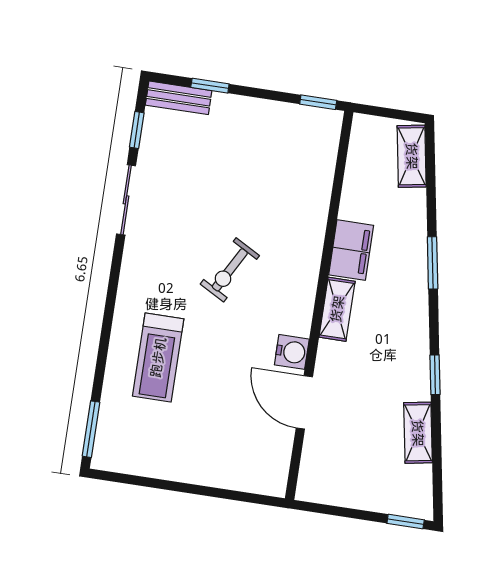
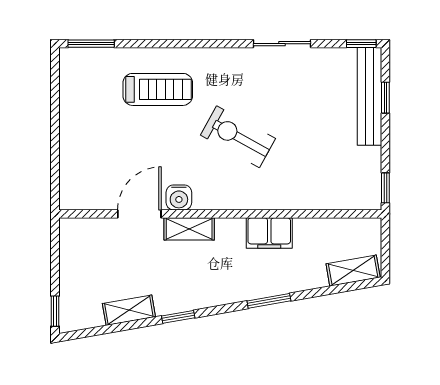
bench: (179, 98) -> (369, 96), width x1.86, depth x1.21
window: (137, 130) -> (361, 44), moved
exercise bike: (230, 270) -> (238, 137), width x1.38, depth x1.39
shelving: (337, 309) -> (189, 229), moved
treadmill: (158, 357) -> (158, 89), turned 180

